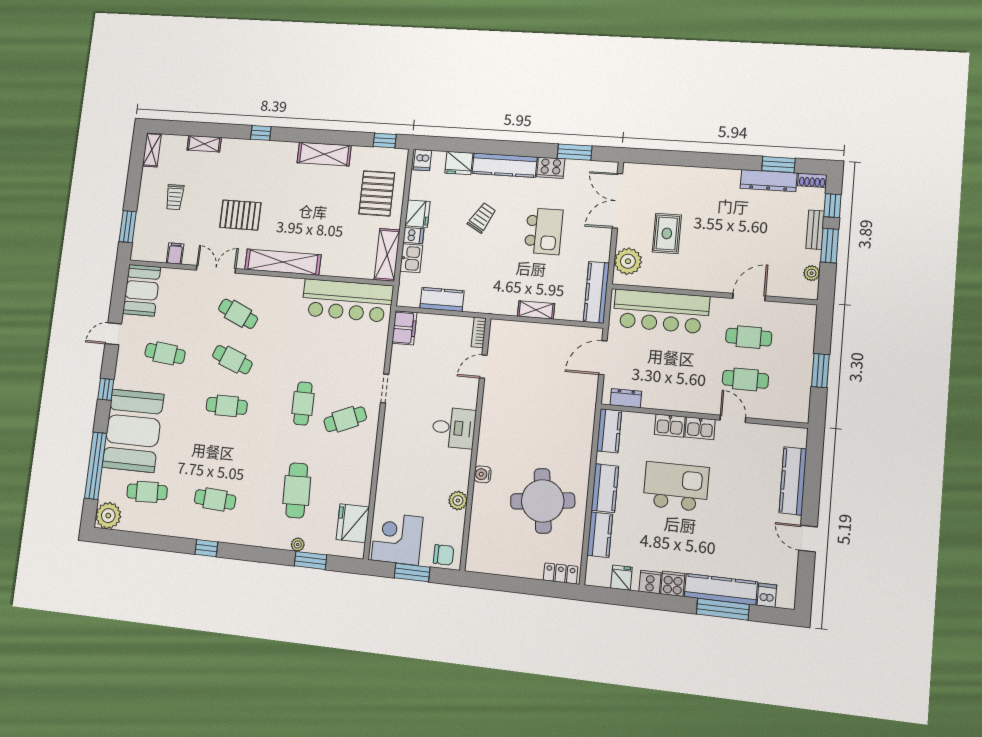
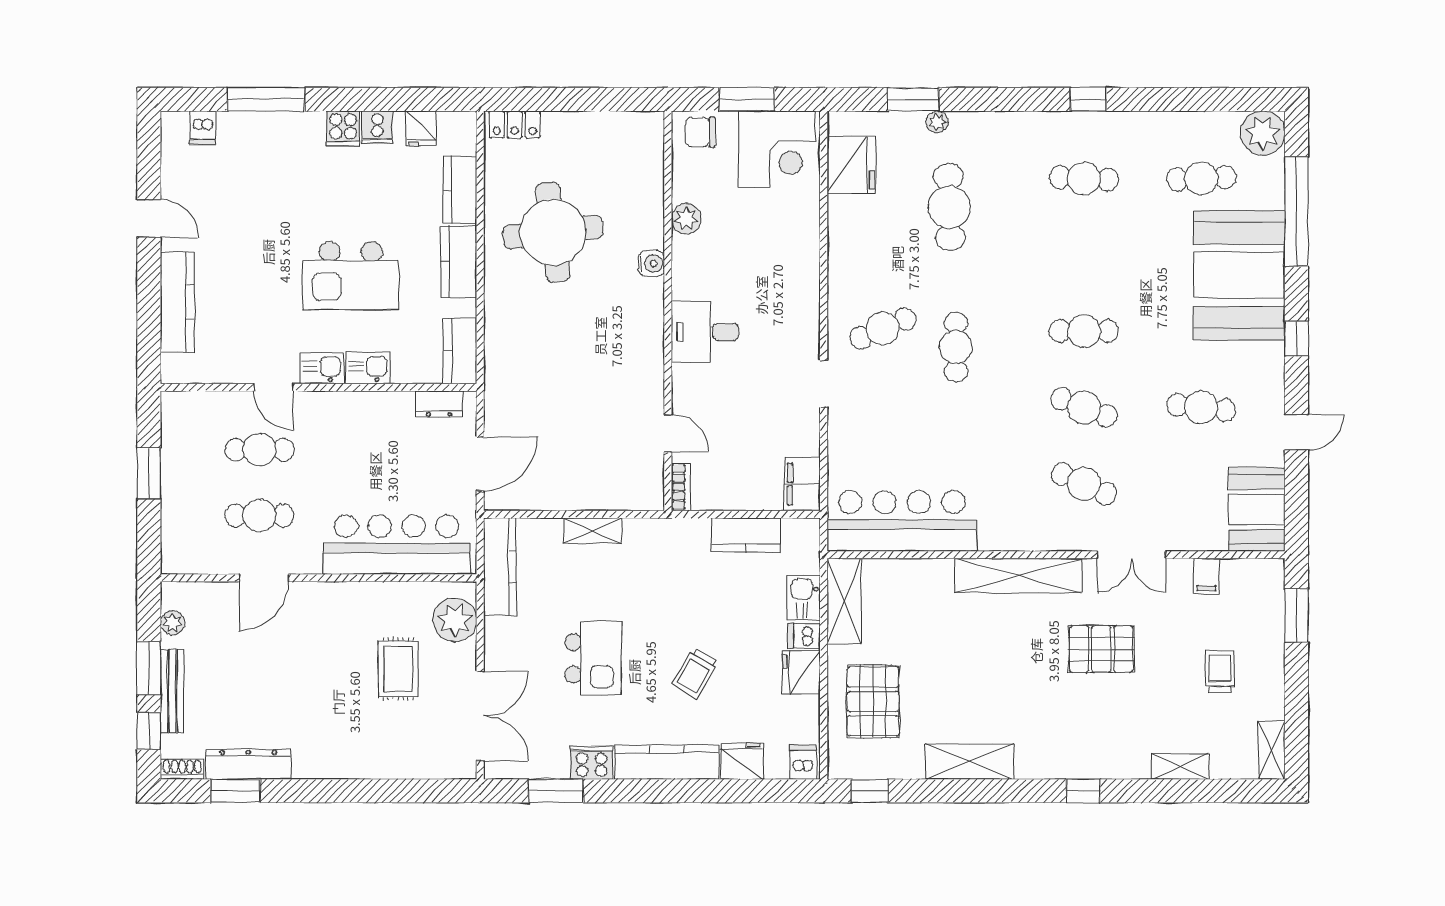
bench: (815, 230) -> (172, 691), width x1.36
kitchen island: (544, 231) -> (593, 658), turned 180
door: (483, 367) -> (668, 433), hinge flipped
kitchen counter: (721, 589) -> (271, 129), removed

